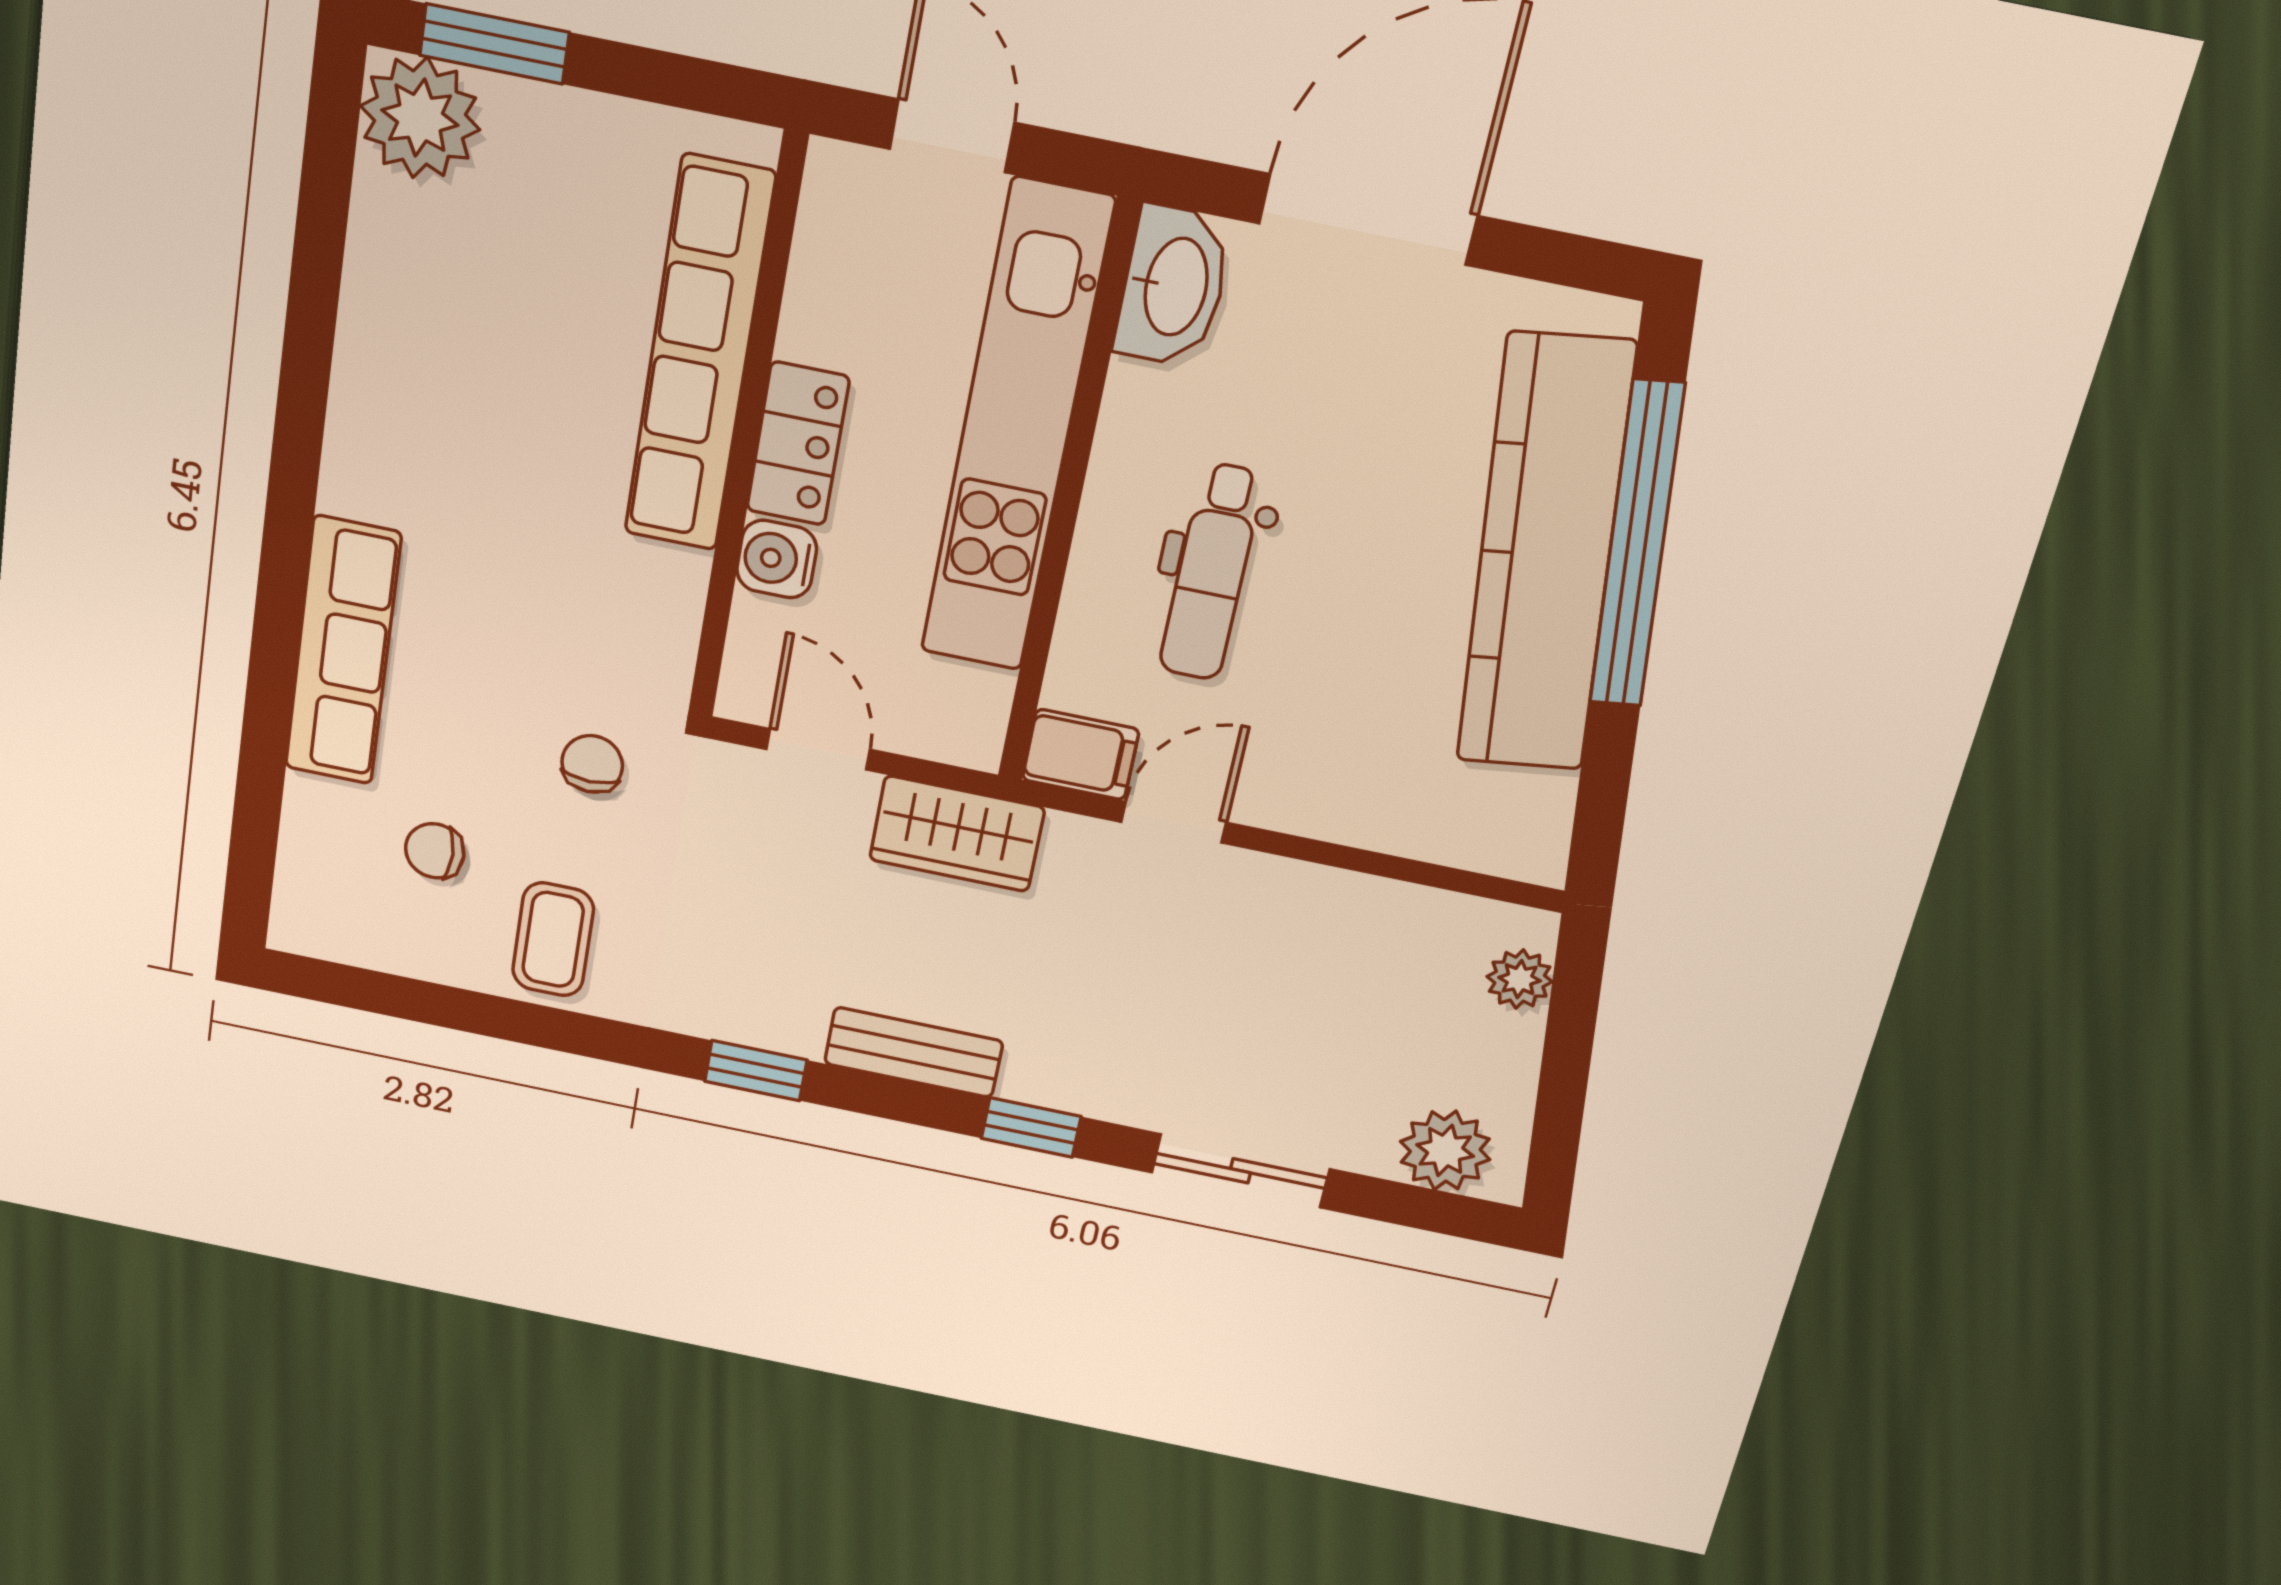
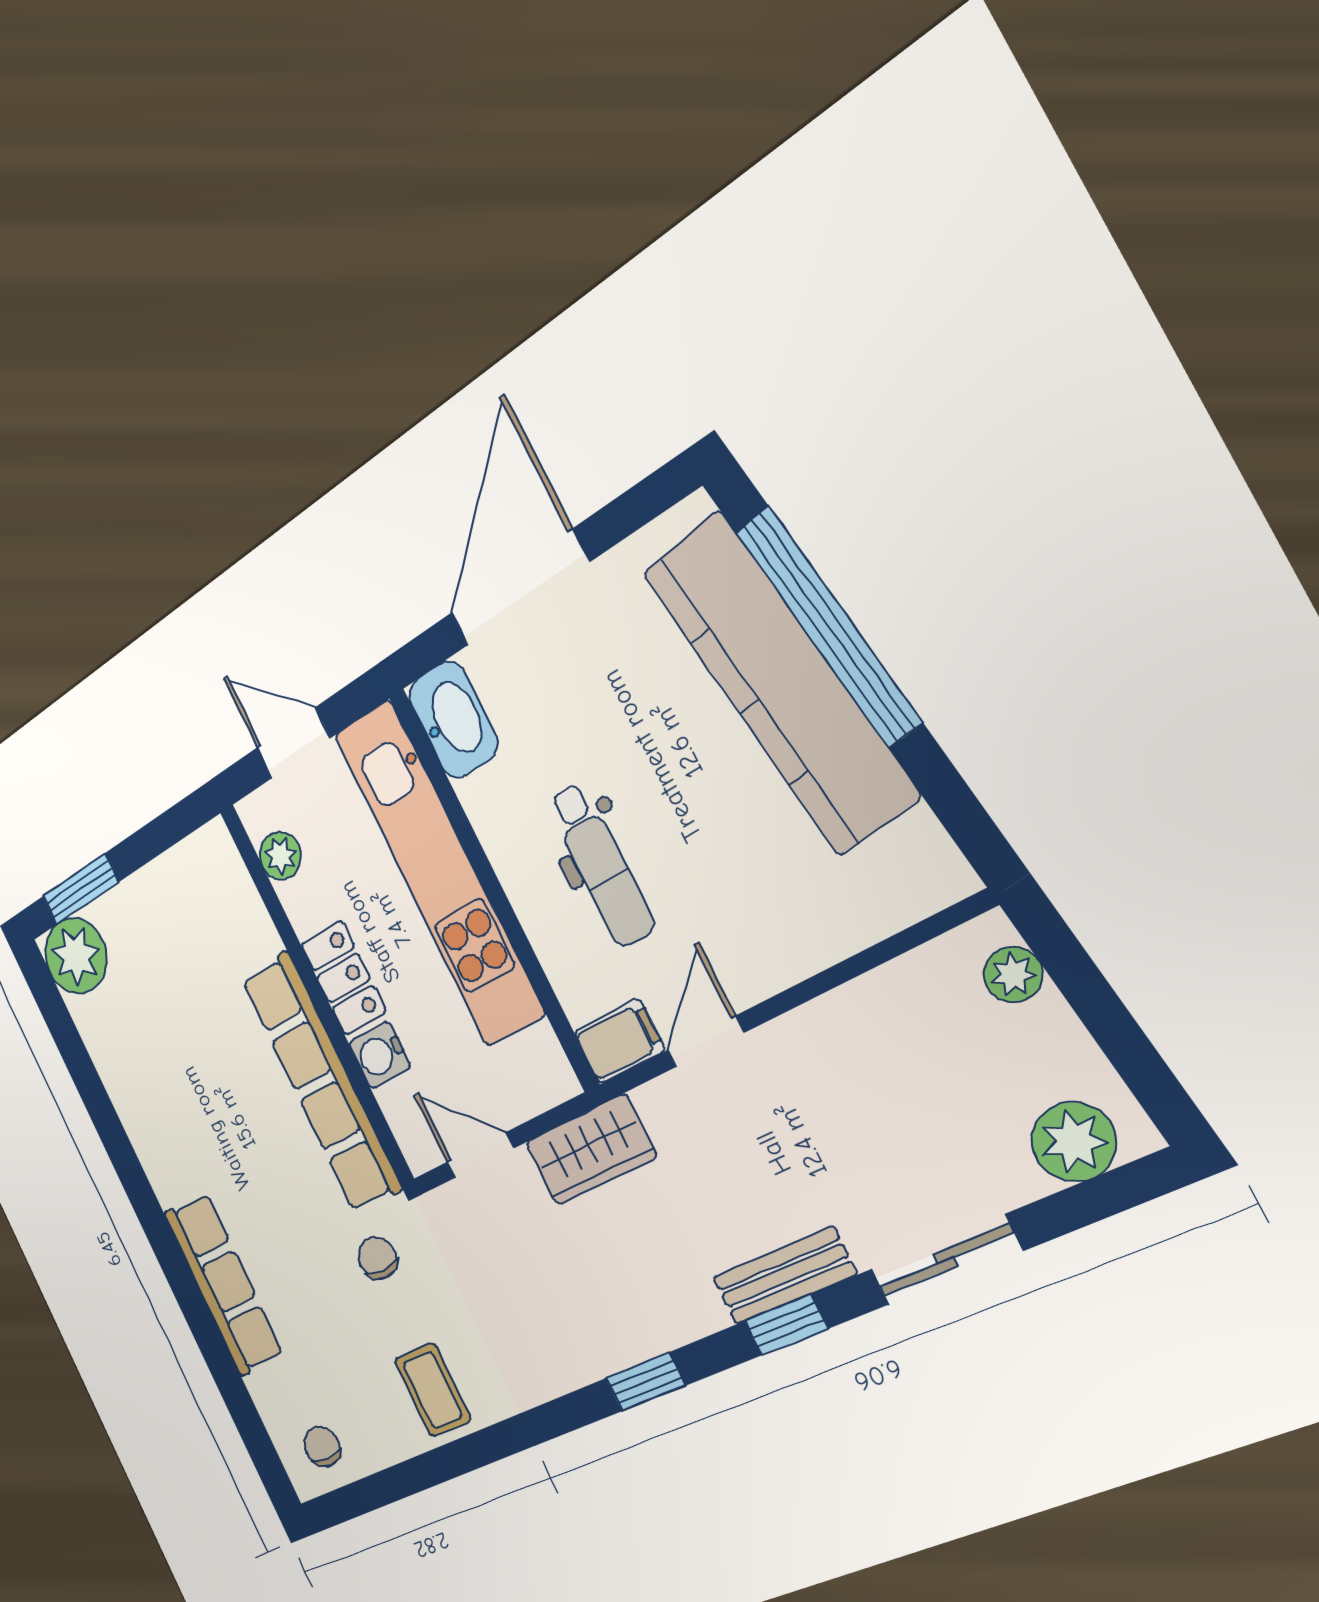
plant: (827, 245) -> (280, 856), added
row of seats: (699, 355) -> (321, 1083), moved
chair: (435, 851) -> (322, 1447), moved, turned 90
bench: (914, 1052) -> (784, 1276), moved
window: (756, 1071) -> (645, 1382), moved

